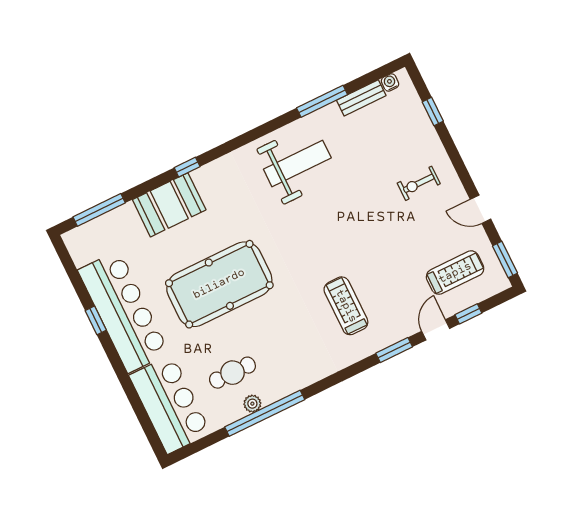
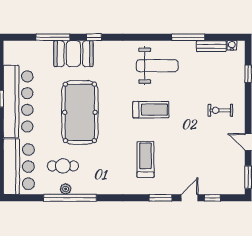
window: (99, 210) -> (53, 37), moved
treadmill: (455, 273) -> (151, 110), moved
pool table: (219, 284) -> (80, 112), turned 90

